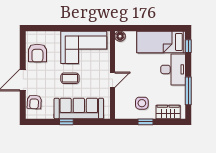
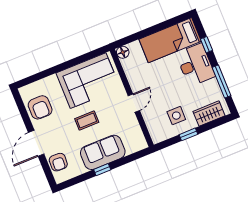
window: (188, 46) -> (206, 45), moved
sofa: (79, 109) -> (103, 152), width x0.73

